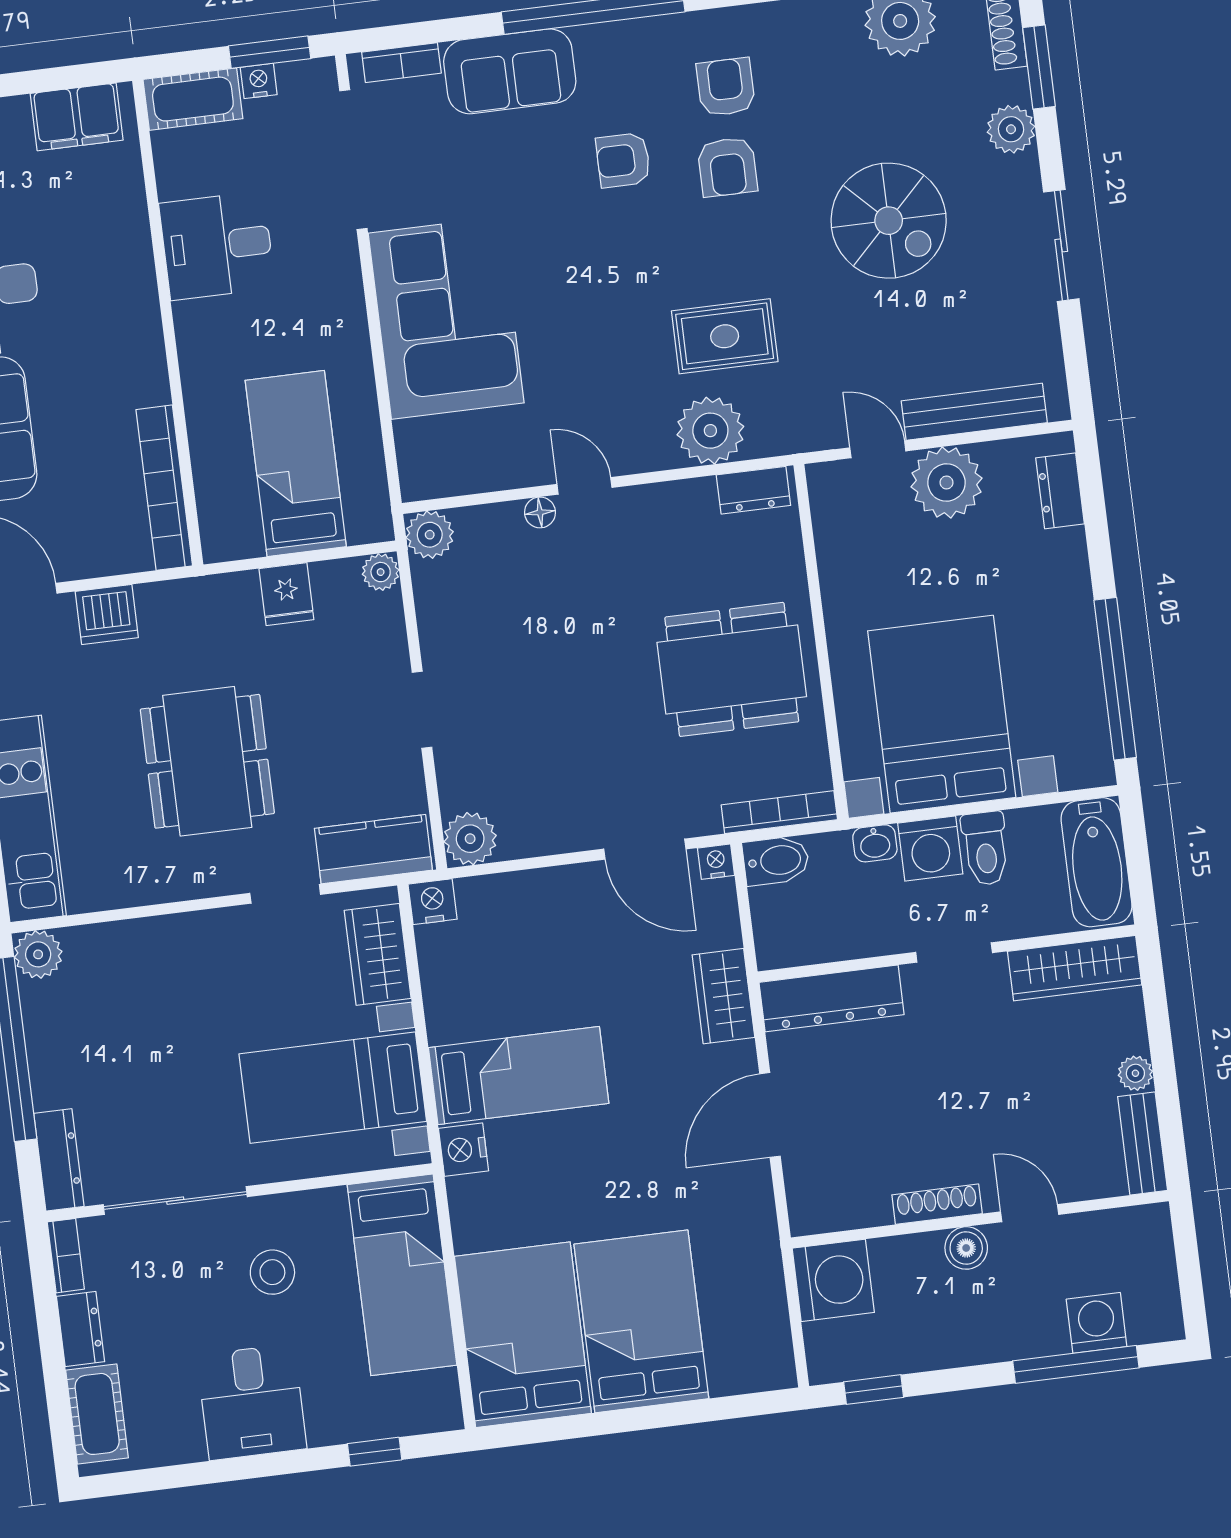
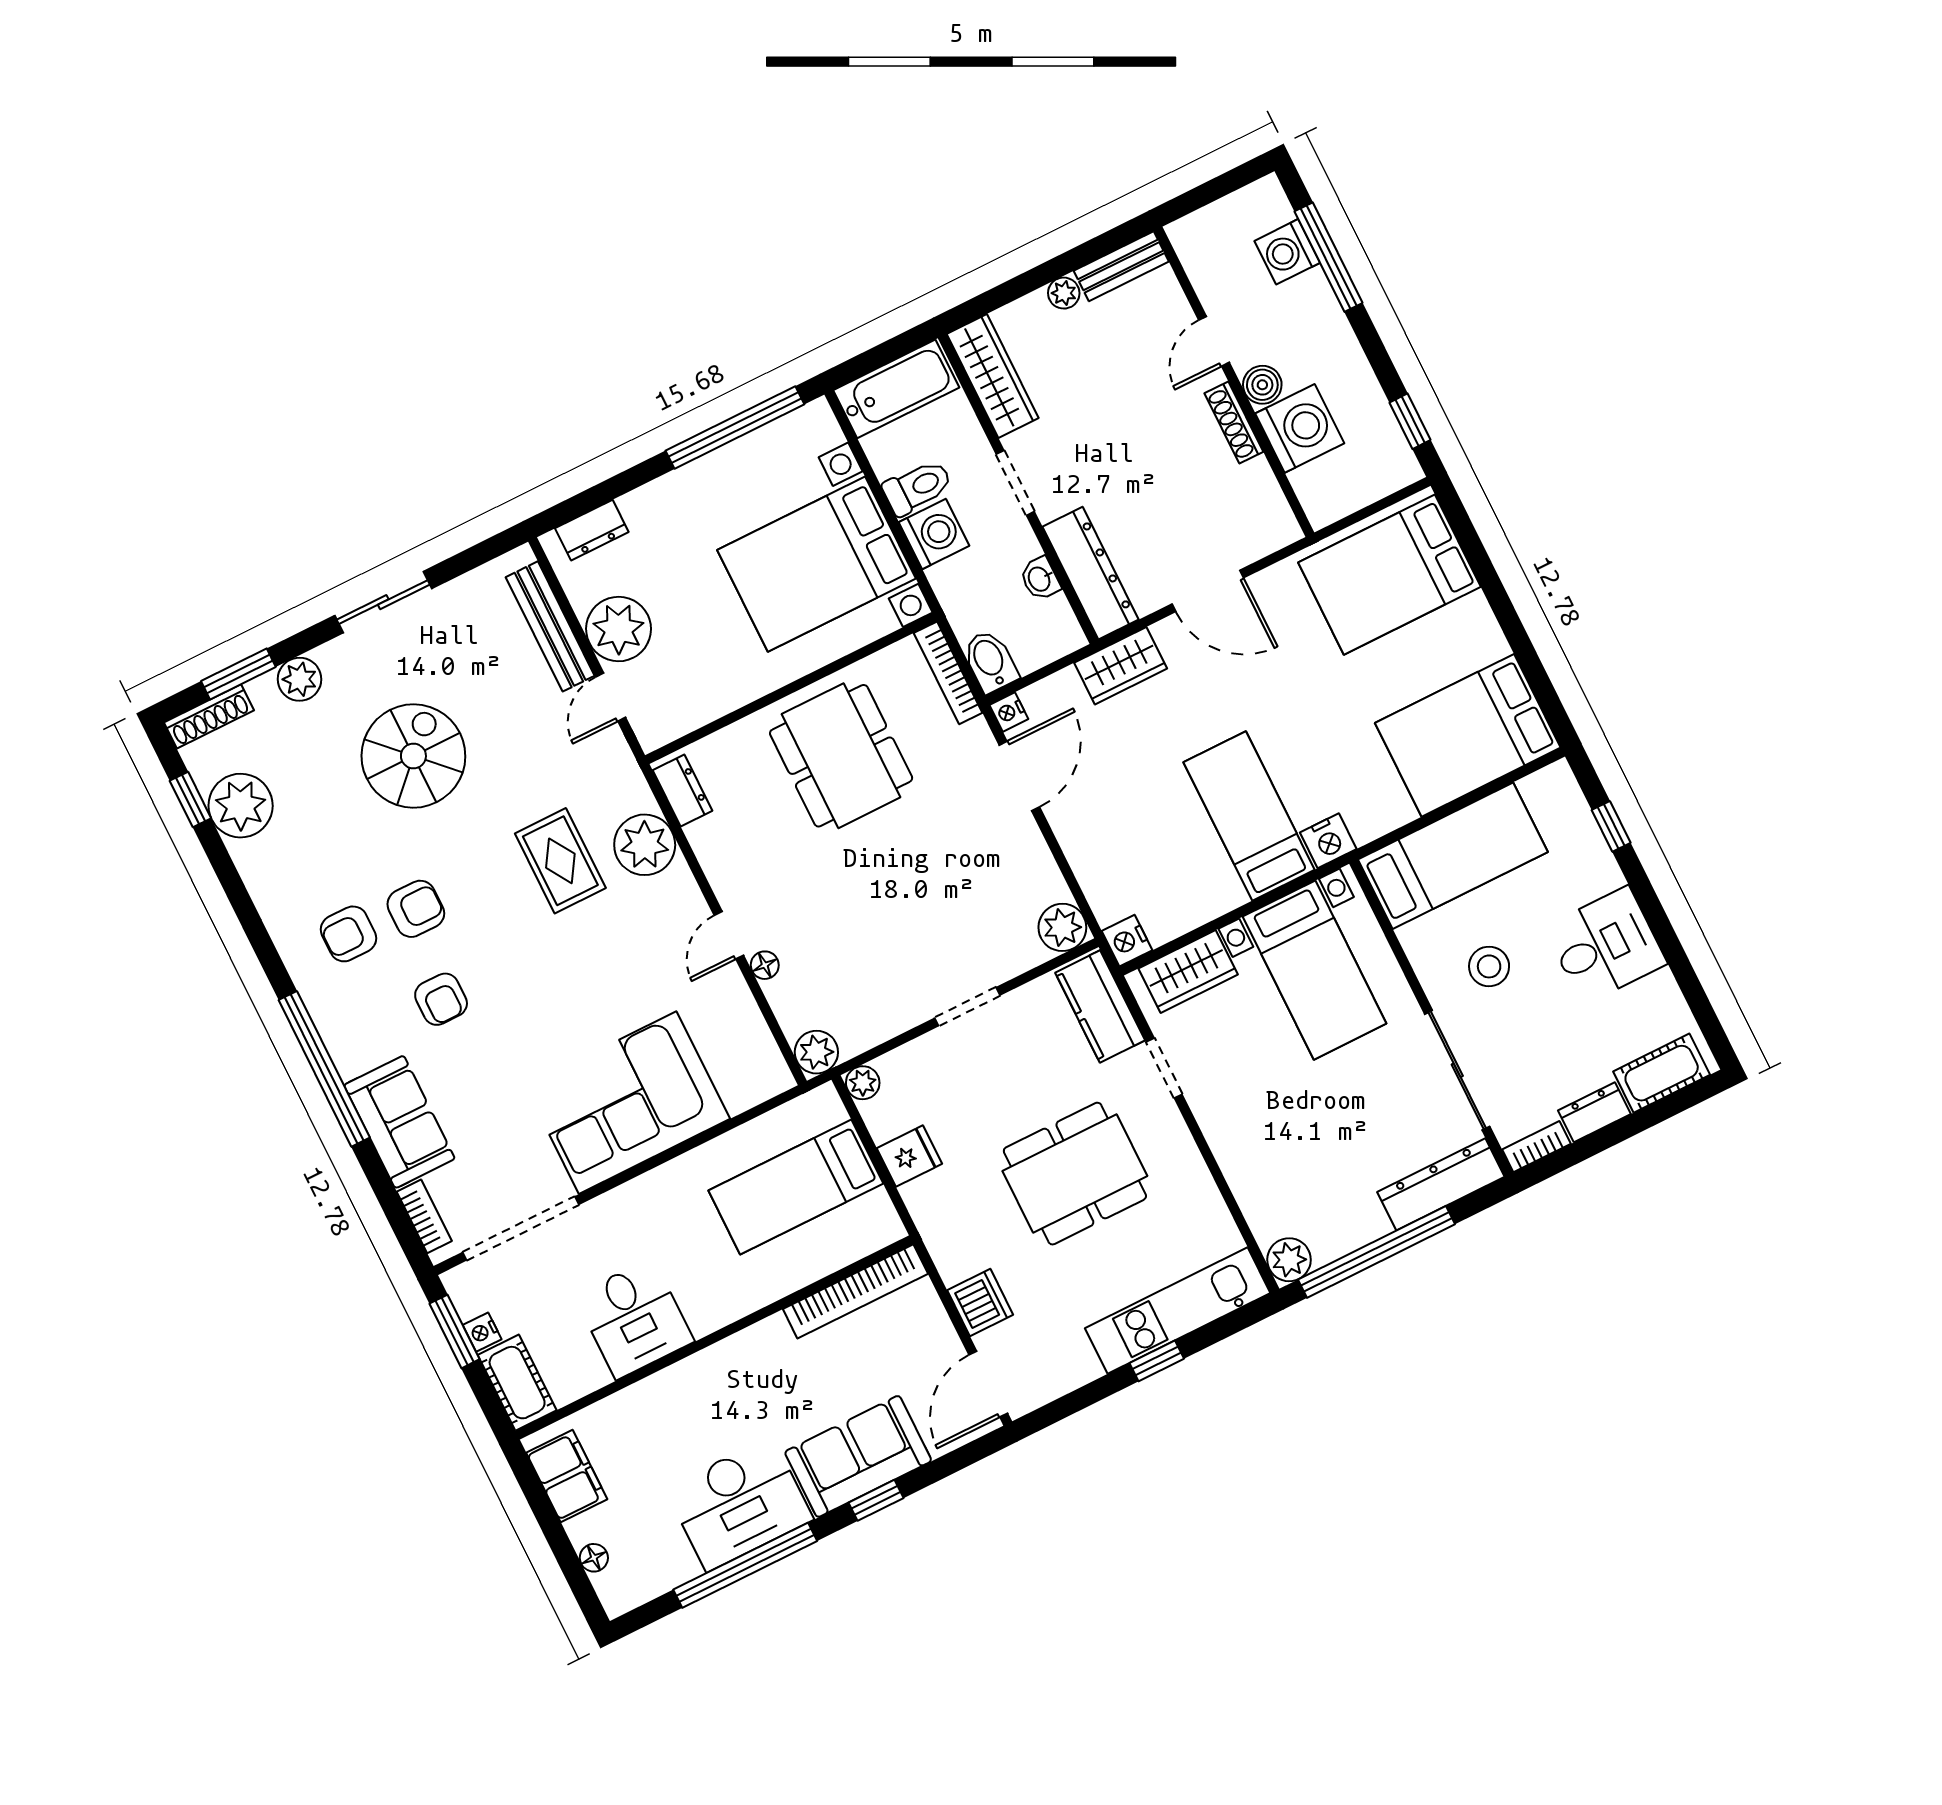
washbasin: (875, 843) -> (1040, 579), moved, turned 180
dresser: (59, 1160) -> (1441, 1184), width x1.37, depth x1.24
washing machine: (833, 1280) -> (1300, 428), moved, turned 90
bed: (641, 1321) -> (1389, 575), moved

